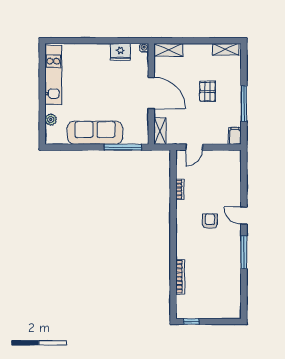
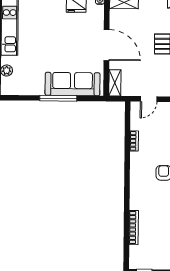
sofa: (95, 133) -> (73, 84), moved
window: (123, 147) -> (58, 98), moved

